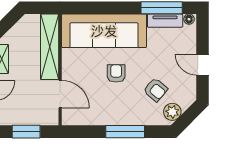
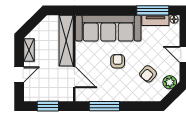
armchair: (156, 90) -> (148, 74), turned 91
plant: (172, 112) -> (170, 82), moved
window: (125, 132) -> (104, 106), moved

